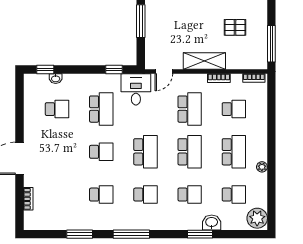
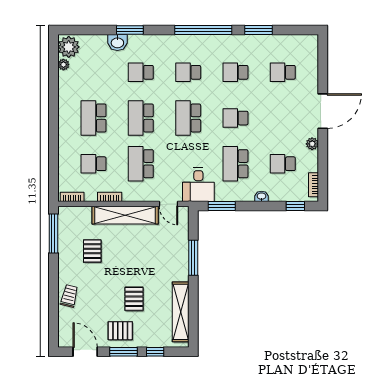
pallet: (235, 27) -> (92, 251), turned 90
shelving: (204, 61) -> (125, 215), width x1.47
window: (114, 69) -> (222, 206), width x1.50
door: (164, 71) -> (169, 204), swing flipped
washbasin: (56, 79) -> (261, 196), moved
plant: (29, 128) -> (312, 144), added
plant: (262, 167) -> (63, 65), moved
school desk: (234, 195) -> (283, 72), moved
bookcase: (28, 199) -> (314, 185), moved
window: (131, 234) -> (203, 30), width x1.46

